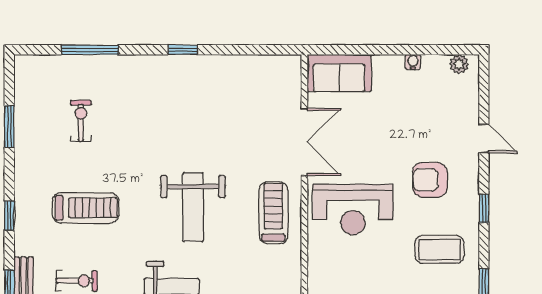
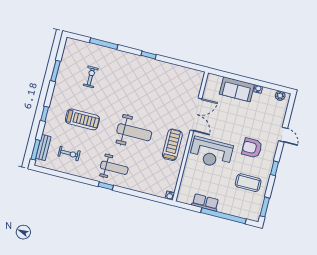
sofa: (339, 73) -> (237, 89), moved
weight bench: (193, 207) -> (134, 132), turned -90

